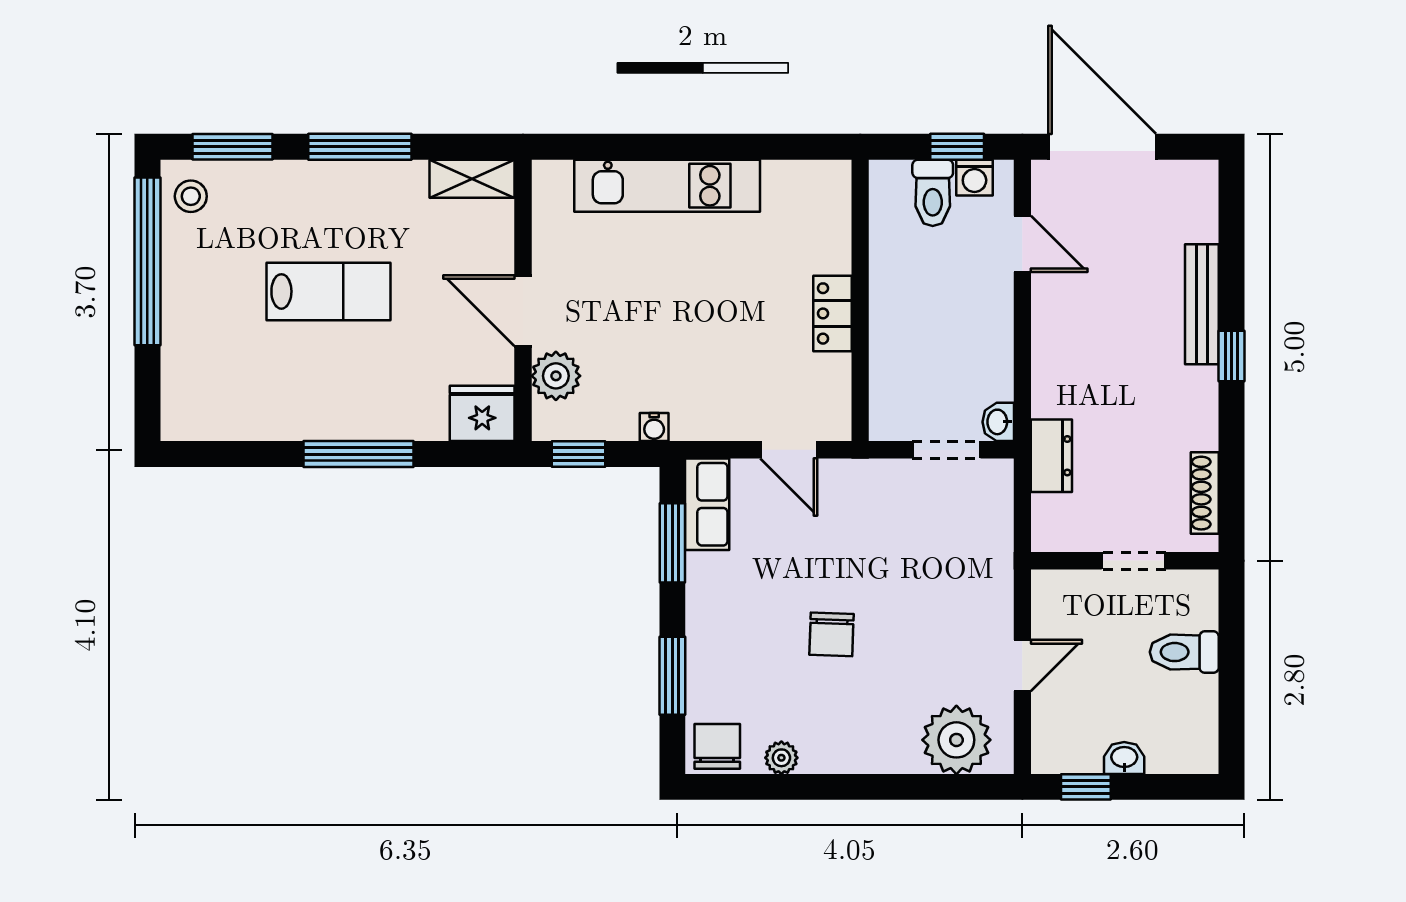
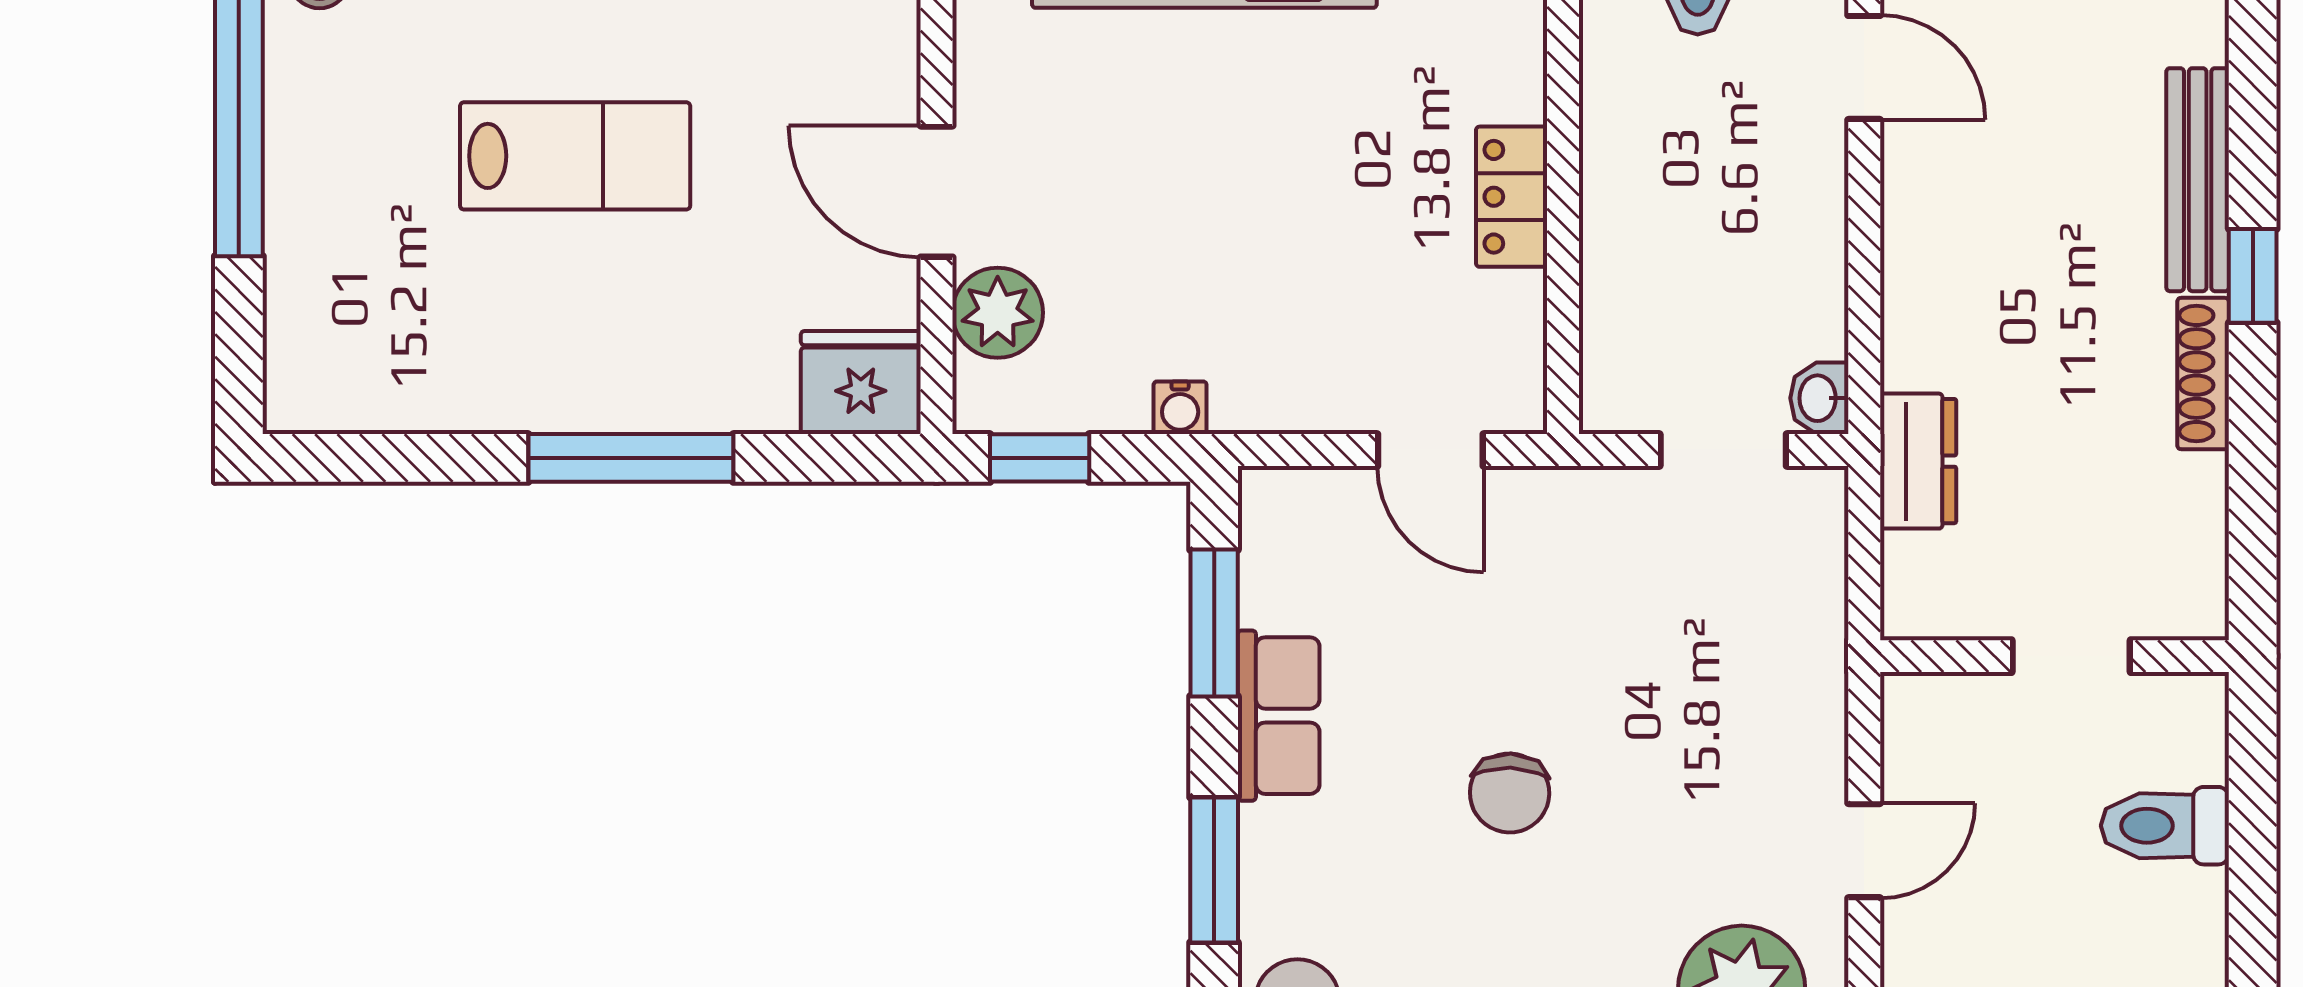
shoe rack: (1205, 493) -> (2203, 373), moved
row of seats: (707, 504) -> (1279, 716), moved

